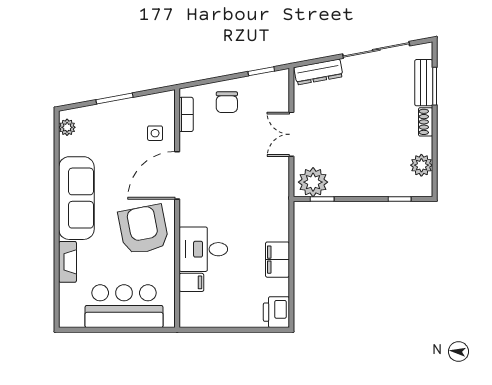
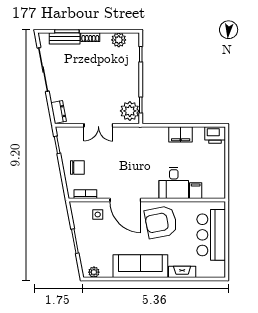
dresser: (318, 72) -> (58, 112), width x0.70

